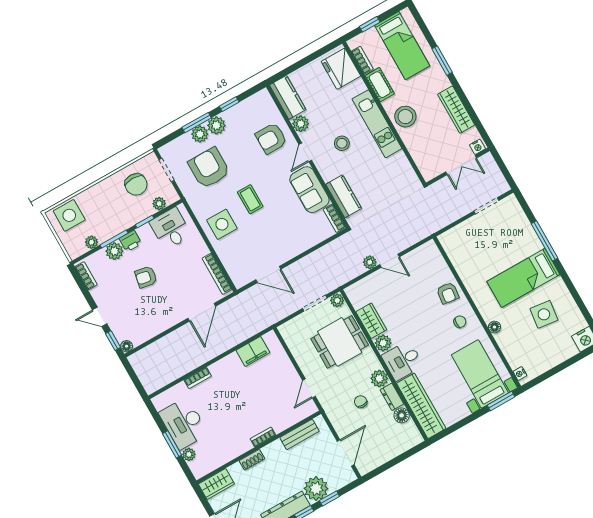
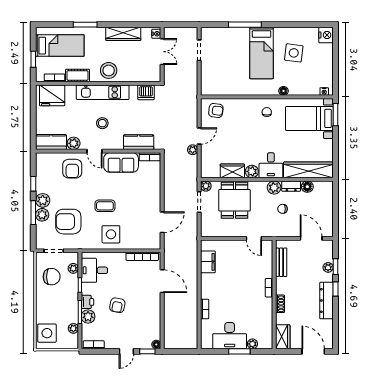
dishwasher: (405, 173) -> (146, 92), added
armchair: (448, 293) -> (216, 110), moved
plant: (316, 489) -> (328, 267), width x0.53, depth x0.53

